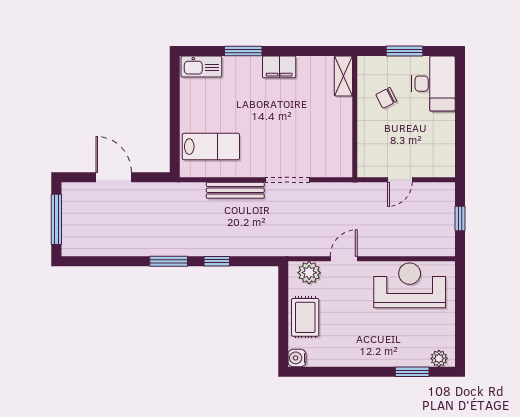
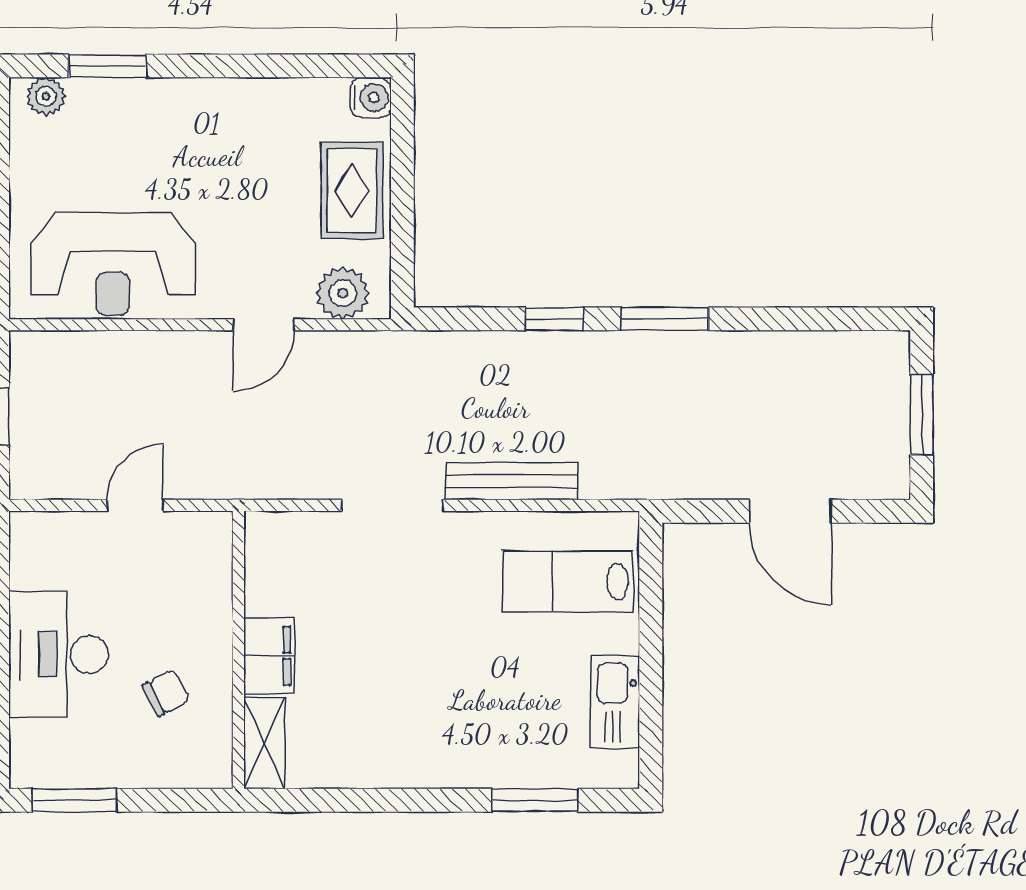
window: (243, 51) -> (535, 800), moved
window: (405, 51) -> (75, 800), moved
kitchen sink: (201, 67) -> (615, 702), moved, turned -90
filing cabinet: (279, 67) -> (269, 656), moved, turned 90
desk: (433, 84) -> (59, 655), moved
window: (56, 219) -> (922, 415), width x0.69

